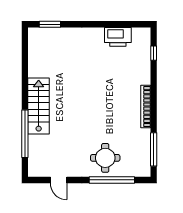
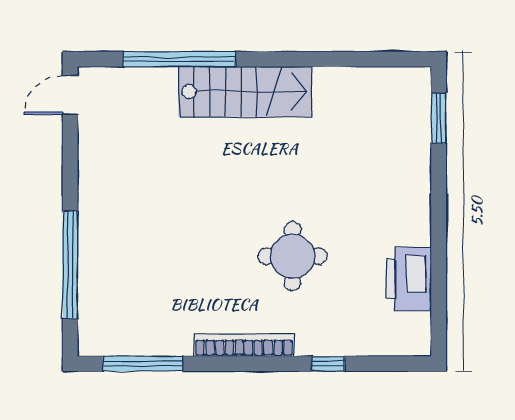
window: (154, 53) -> (328, 364), moved
round table: (105, 158) -> (292, 256), moved
door: (59, 180) -> (70, 95), moved

